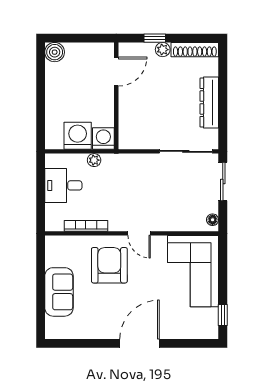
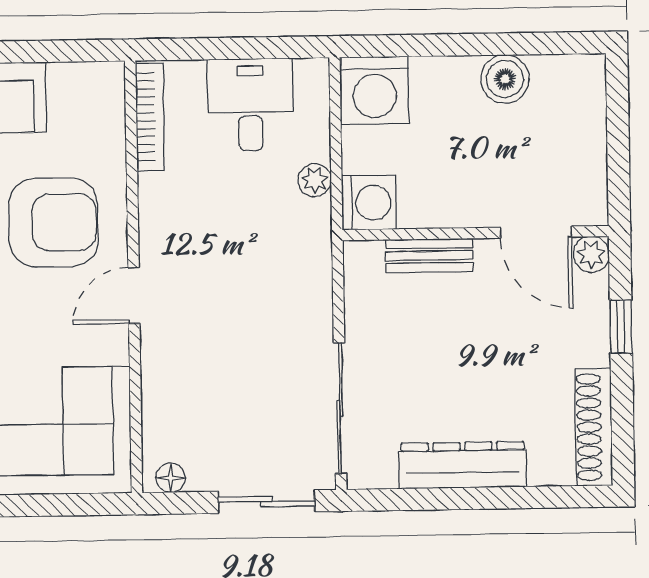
plant: (163, 50) -> (591, 254), moved
boiler: (55, 52) -> (505, 79), moved
bench: (125, 115) -> (429, 256), added
washing machine: (78, 136) -> (375, 90), moved, turned 90
bookcase: (86, 226) -> (150, 117), moved

